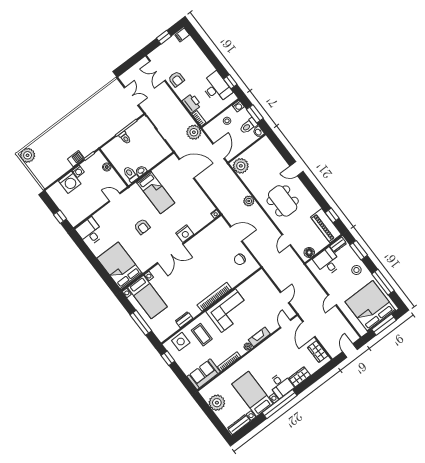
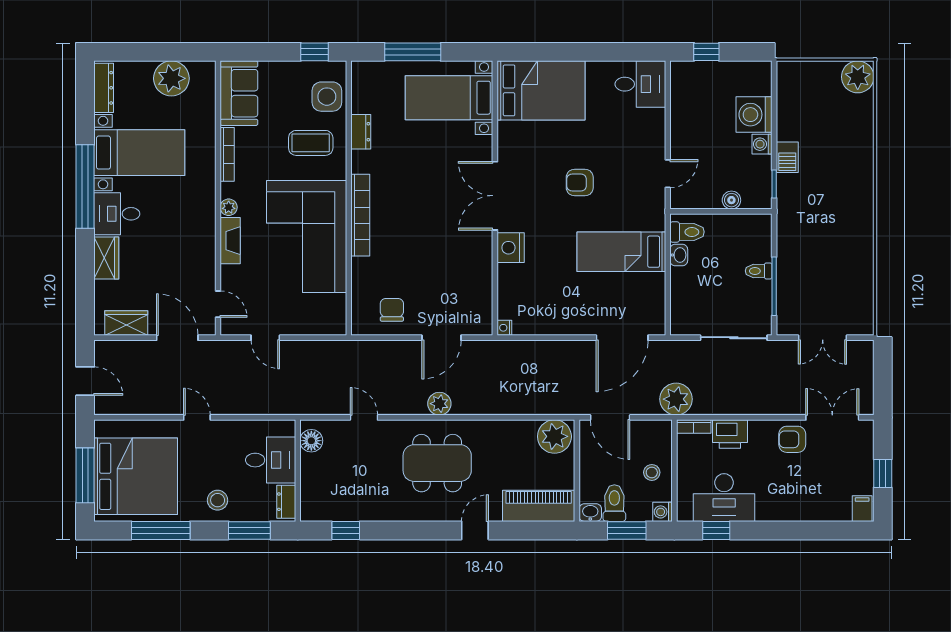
plant: (249, 201) -> (439, 404), moved
piano: (326, 226) -> (539, 506), moved
corner sofa: (228, 311) -> (307, 237), width x1.36, depth x1.36

